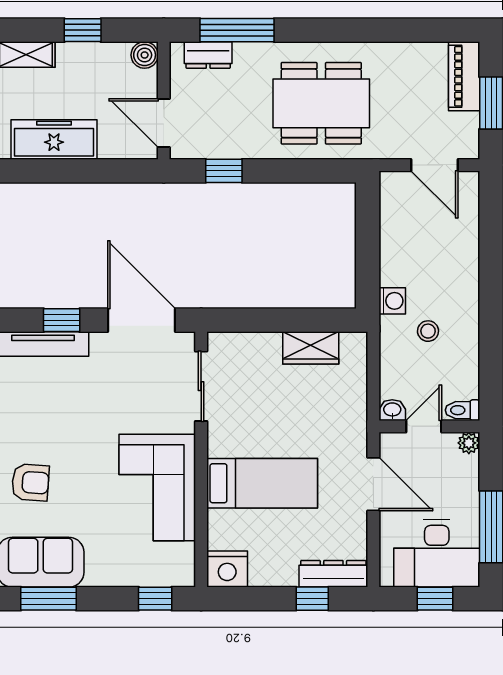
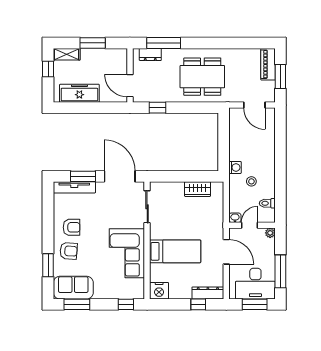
window: (83, 30) -> (93, 43), width x1.50
boiler: (145, 55) -> (121, 54), removed
window: (62, 320) -> (83, 176), width x1.50
toilet: (463, 410) -> (267, 203), moved
armchair: (37, 431) -> (72, 227), added
window: (435, 599) -> (255, 304), width x1.50

